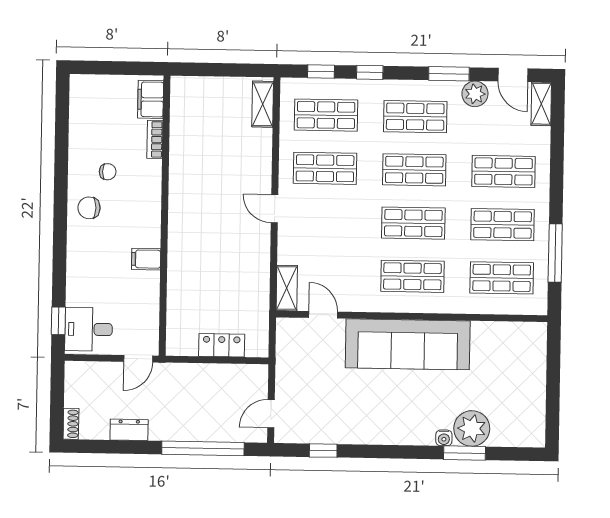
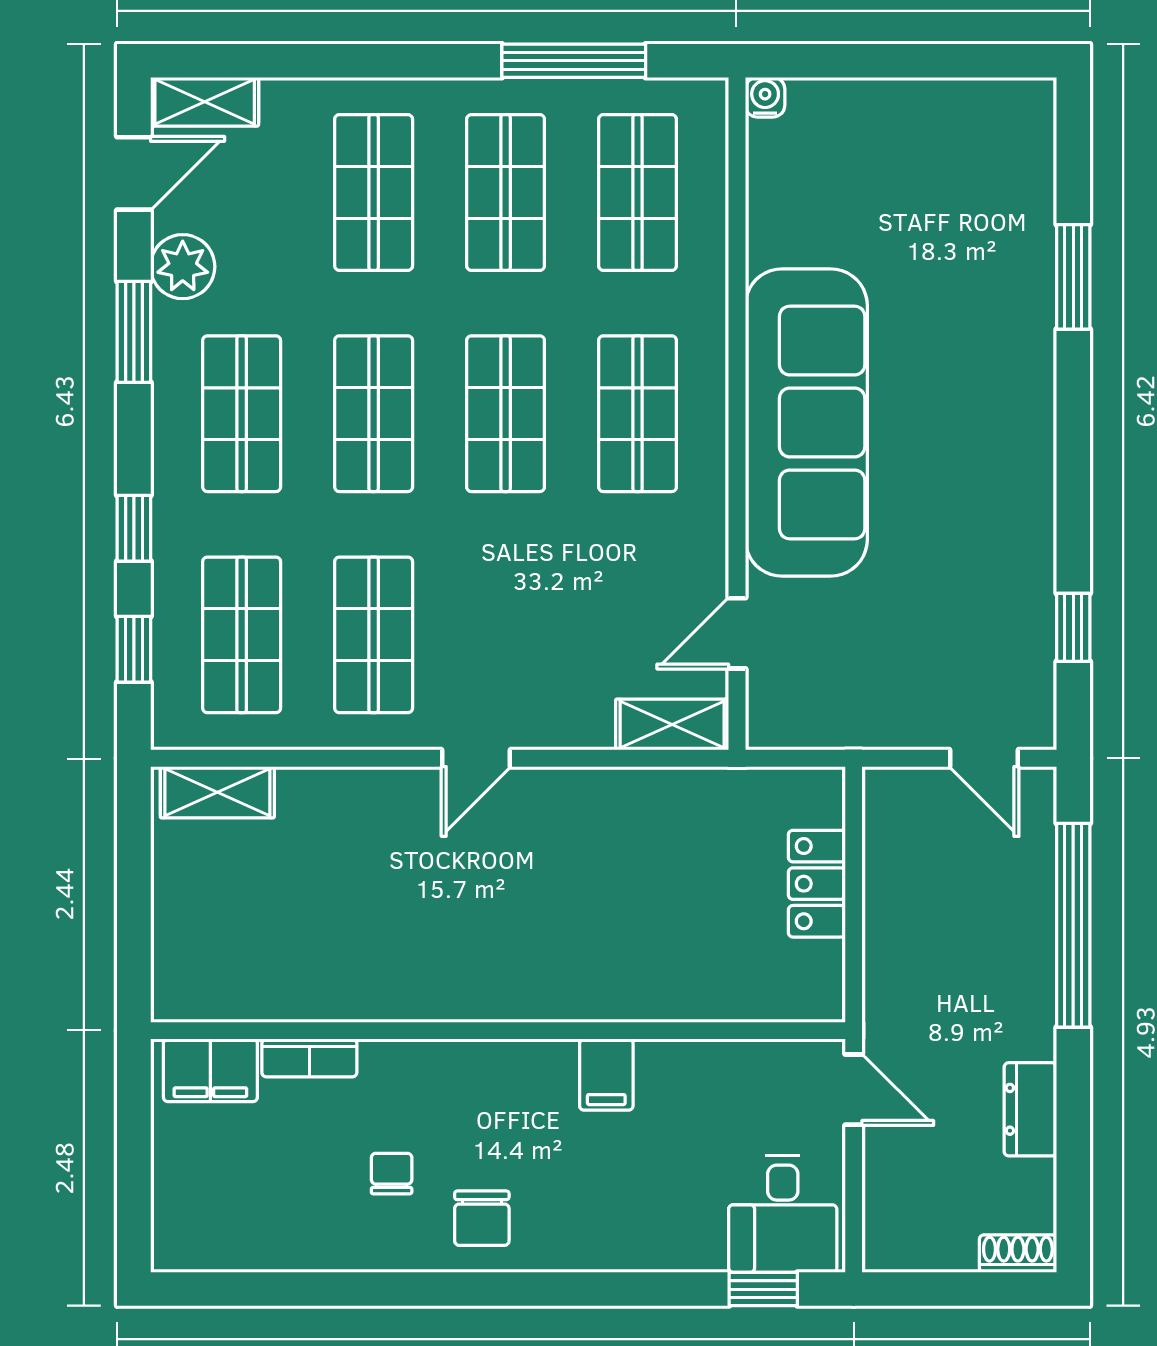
plant: (472, 428) -> (1012, 260), removed
water cooler: (444, 438) -> (765, 97), moved, turned -90

